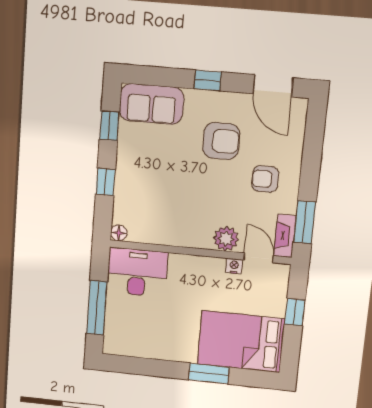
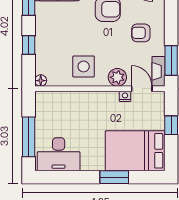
side table: (180, 219) -> (84, 66), added
desk: (137, 272) -> (59, 154), moved, turned 180

